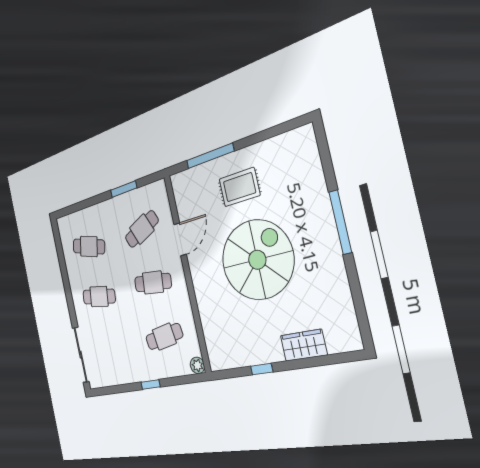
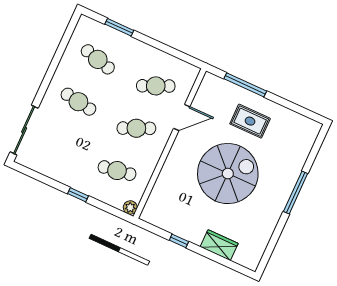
window: (124, 189) -> (119, 27), moved
cafe table: (153, 283) -> (136, 128), turned -30

